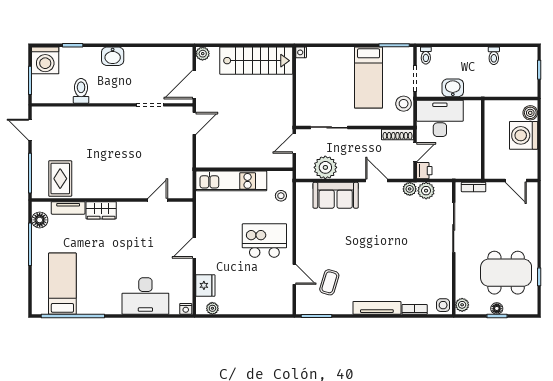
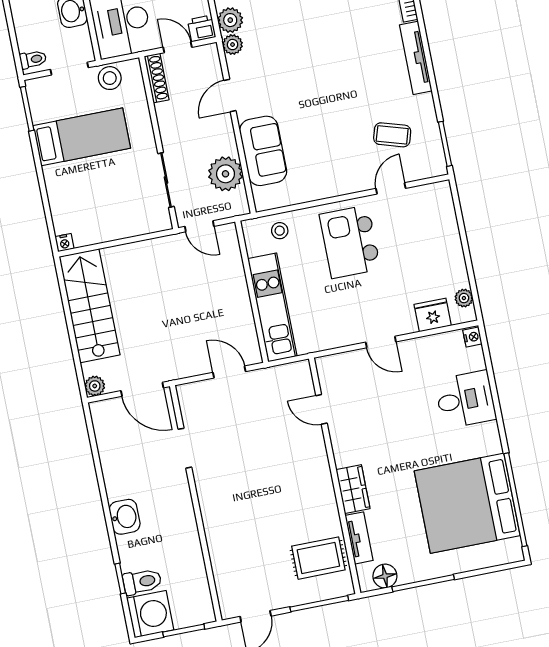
toilet: (81, 91) -> (142, 582), moved, turned 180
door: (194, 123) -> (229, 372), moved
bed: (62, 284) -> (467, 503), width x2.04
desk: (145, 296) -> (465, 400), width x0.73

